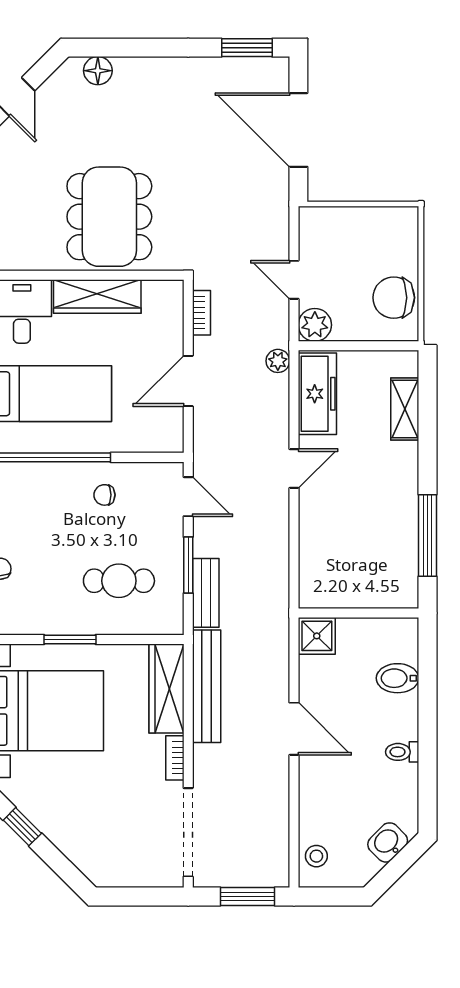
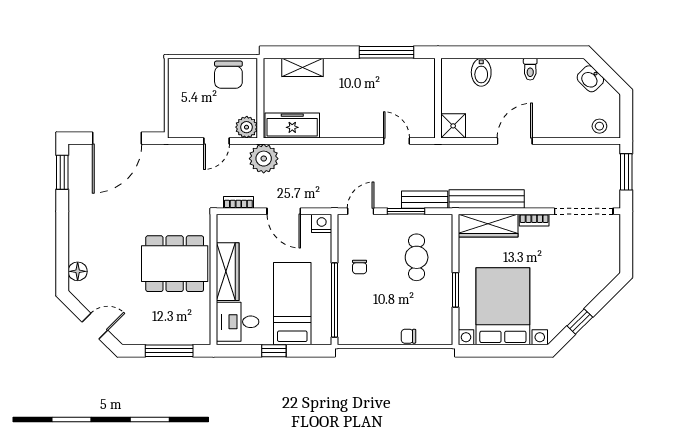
plant: (278, 361) -> (264, 159), width x1.87, depth x1.87
nightstand: (170, 438) -> (322, 223), added
door: (294, 468) -> (397, 141), moved

